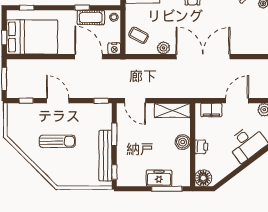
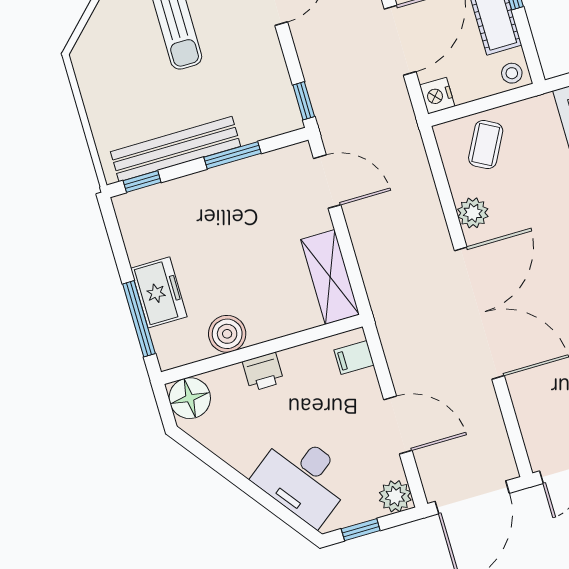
door: (135, 101) -> (327, 182), swing flipped
filing cabinet: (211, 110) -> (354, 358), width x0.50
boiler: (183, 142) -> (227, 334), moved

